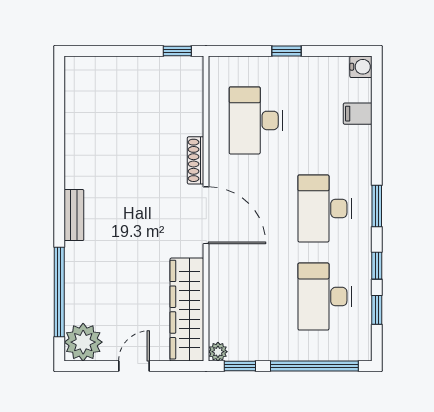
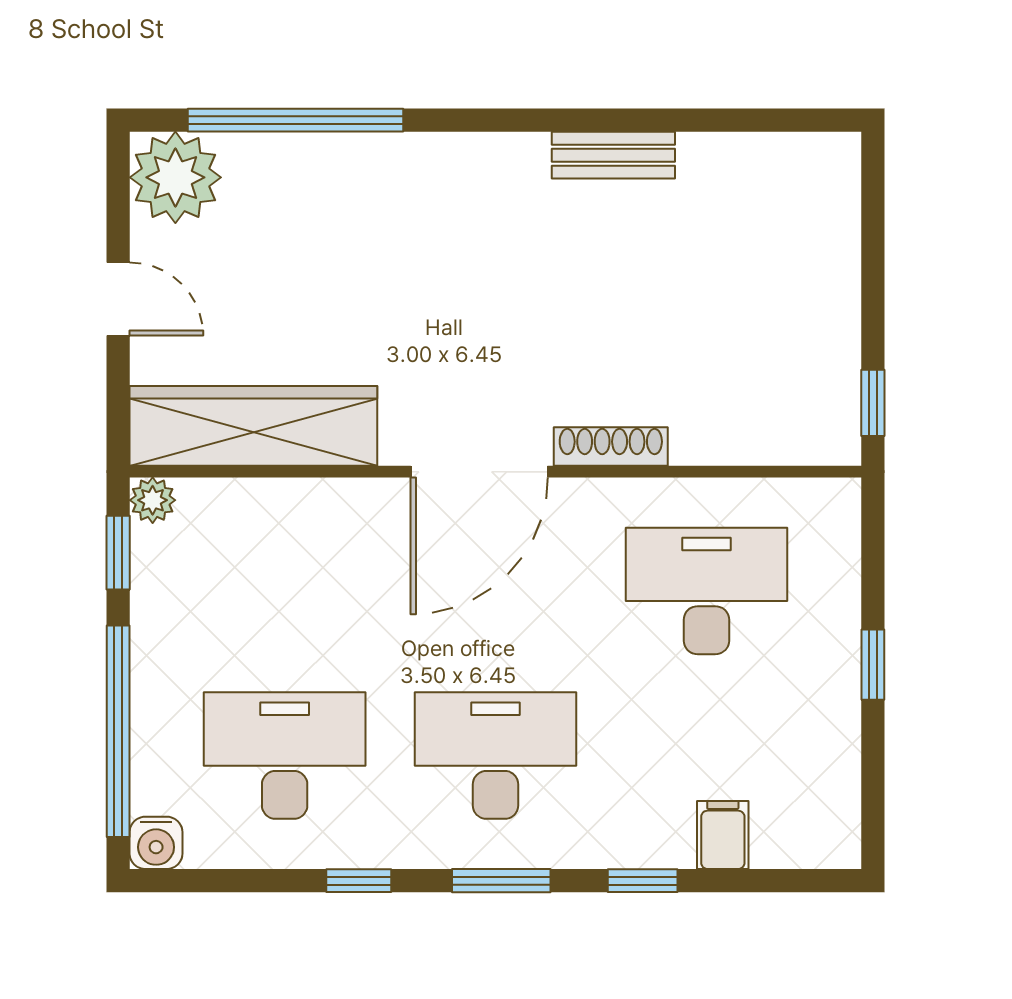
water cooler: (361, 67) -> (156, 843), moved
bench: (74, 215) -> (613, 155), moved
window: (377, 310) -> (643, 881), moved

